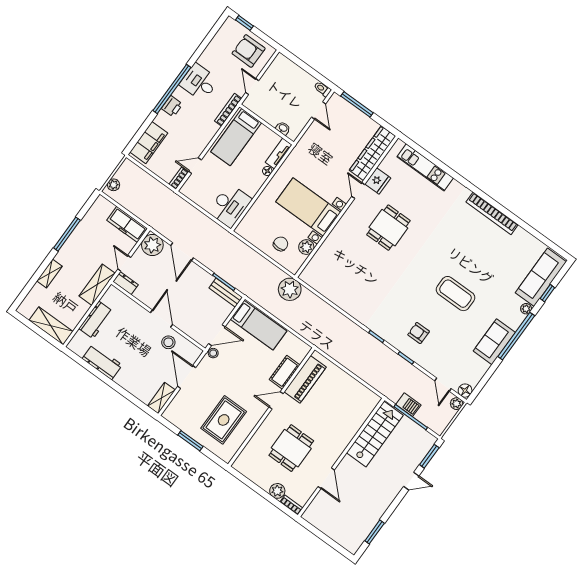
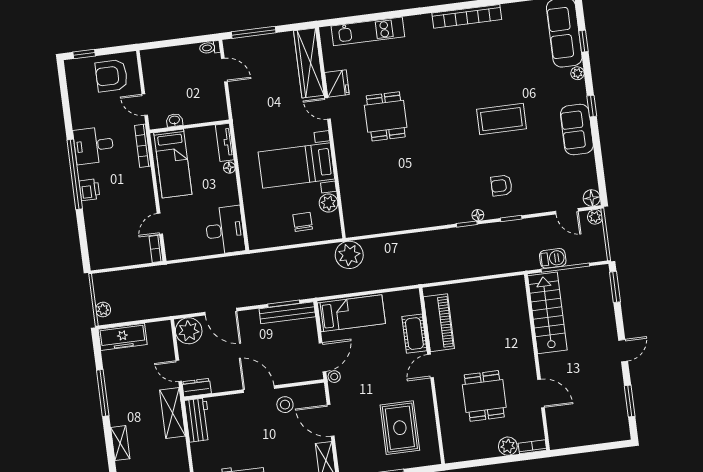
washbasin: (283, 128) -> (174, 120), moved
filing cabinet: (149, 143) -> (99, 242), removed
freezer: (127, 224) -> (123, 337), moved
bench: (226, 293) -> (287, 313), width x1.36
workbench: (96, 320) -> (198, 420), moved
window: (516, 336) -> (592, 106), width x0.32
floor lamp: (388, 337) -> (478, 215), added
door: (411, 481) -> (623, 351), moved

